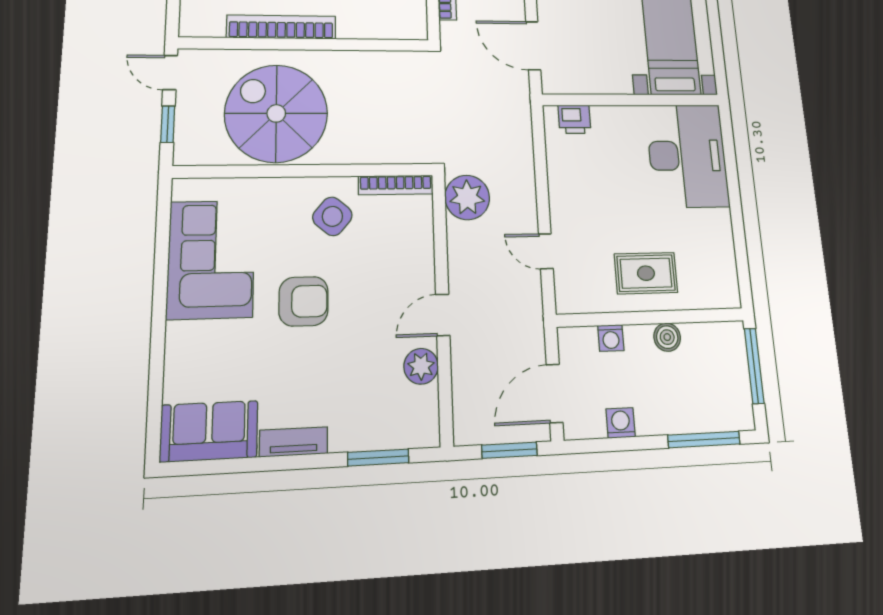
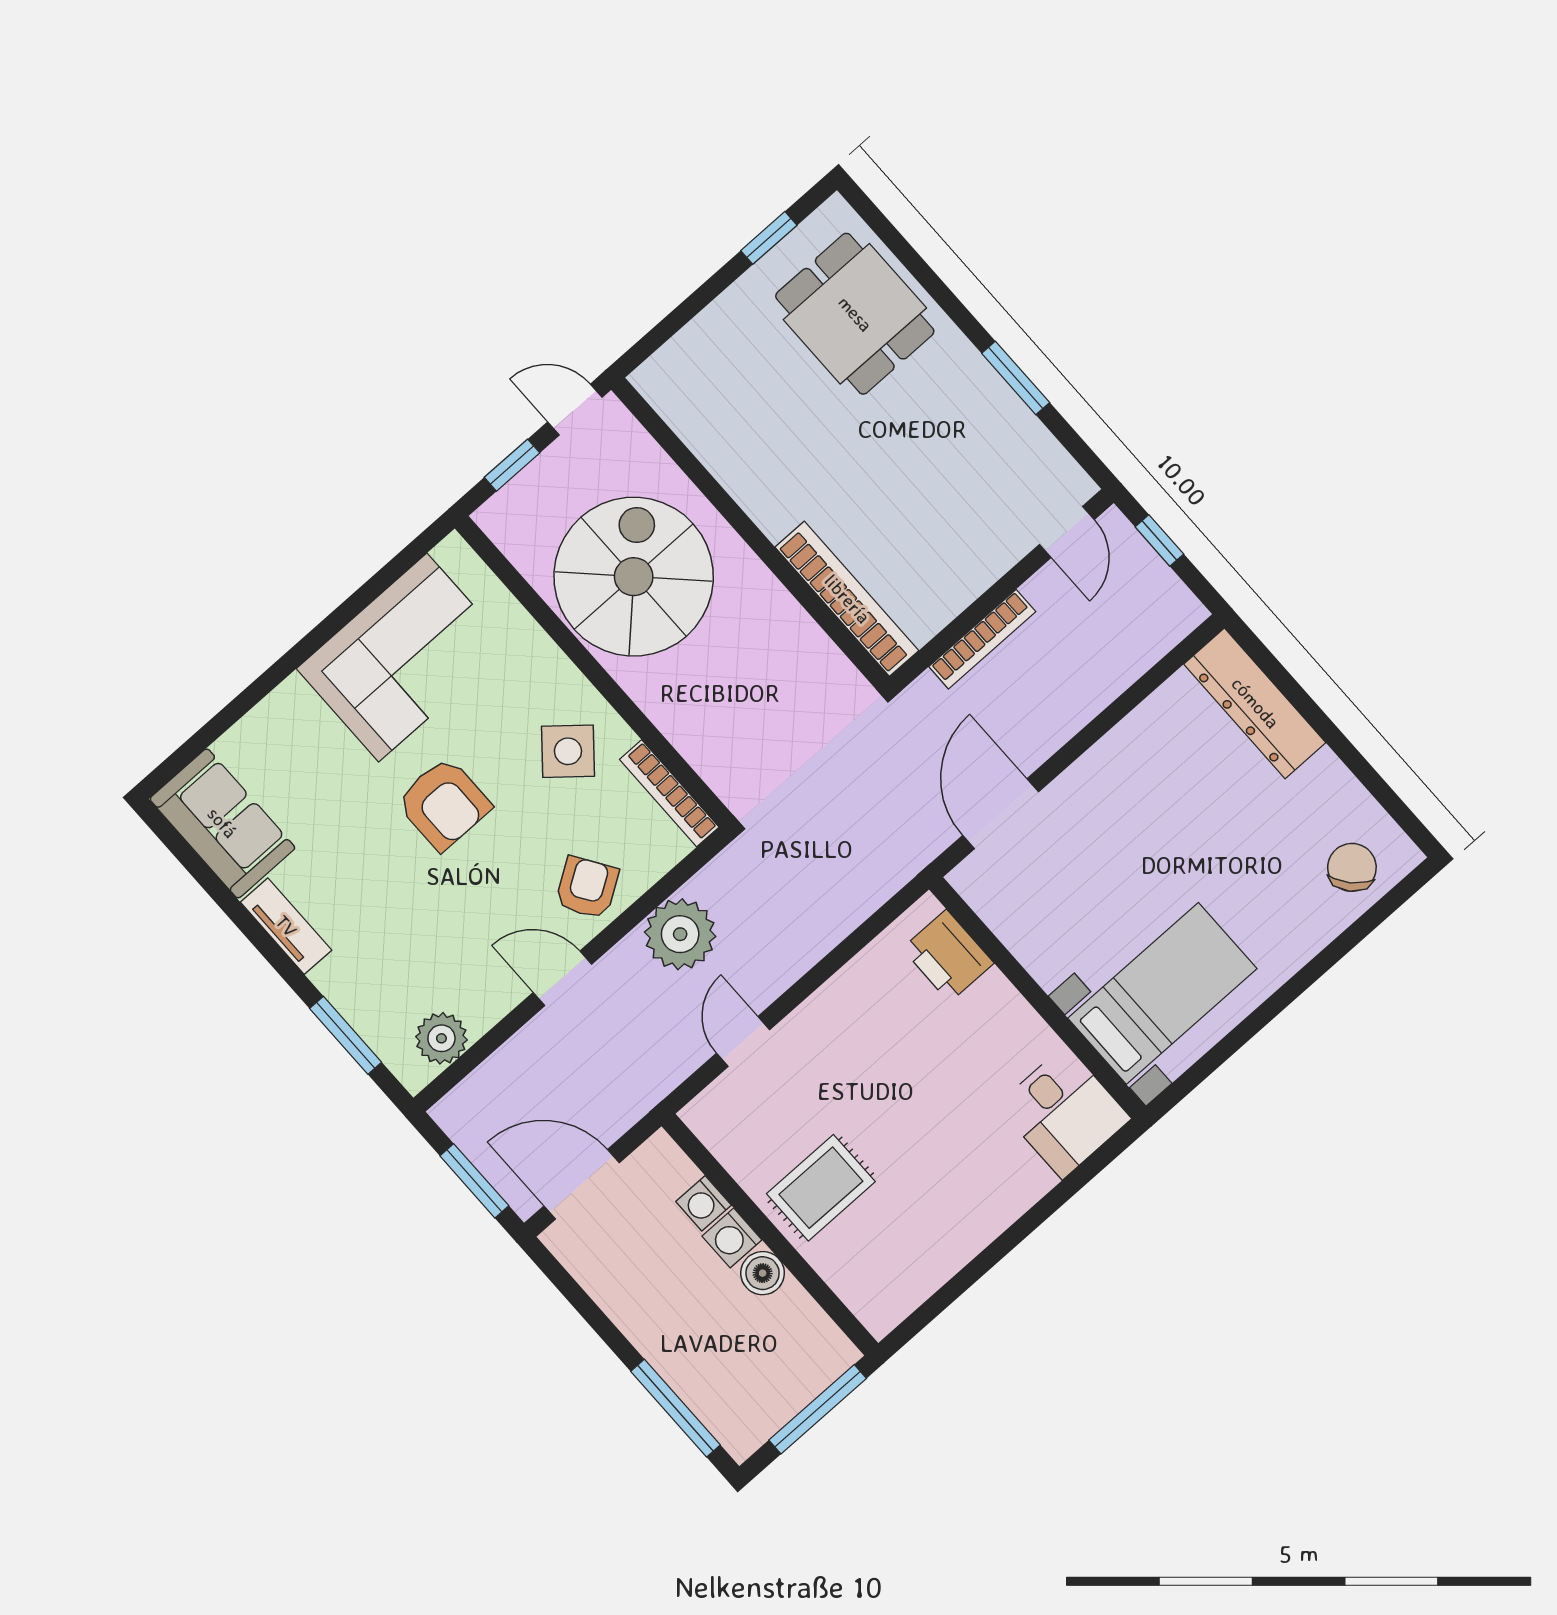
bookcase: (281, 27) -> (847, 599), moved
door: (170, 73) -> (575, 410), hinge flipped
printer: (574, 119) -> (948, 956), width x1.36, depth x1.24
desk: (687, 156) -> (1064, 1112), width x0.53, depth x0.77
plant: (467, 197) -> (680, 934), moved
armchair: (408, 264) -> (587, 888), added
rug: (646, 273) -> (821, 1188), turned 90
plant: (421, 366) -> (441, 1038), moved
washing machine: (621, 423) -> (732, 1238), moved, turned 180

